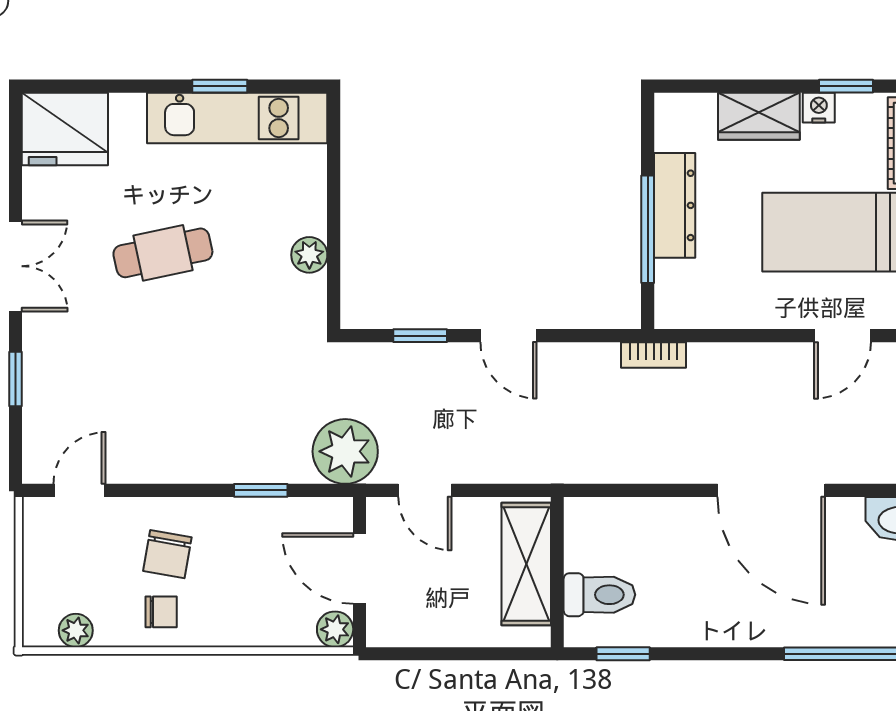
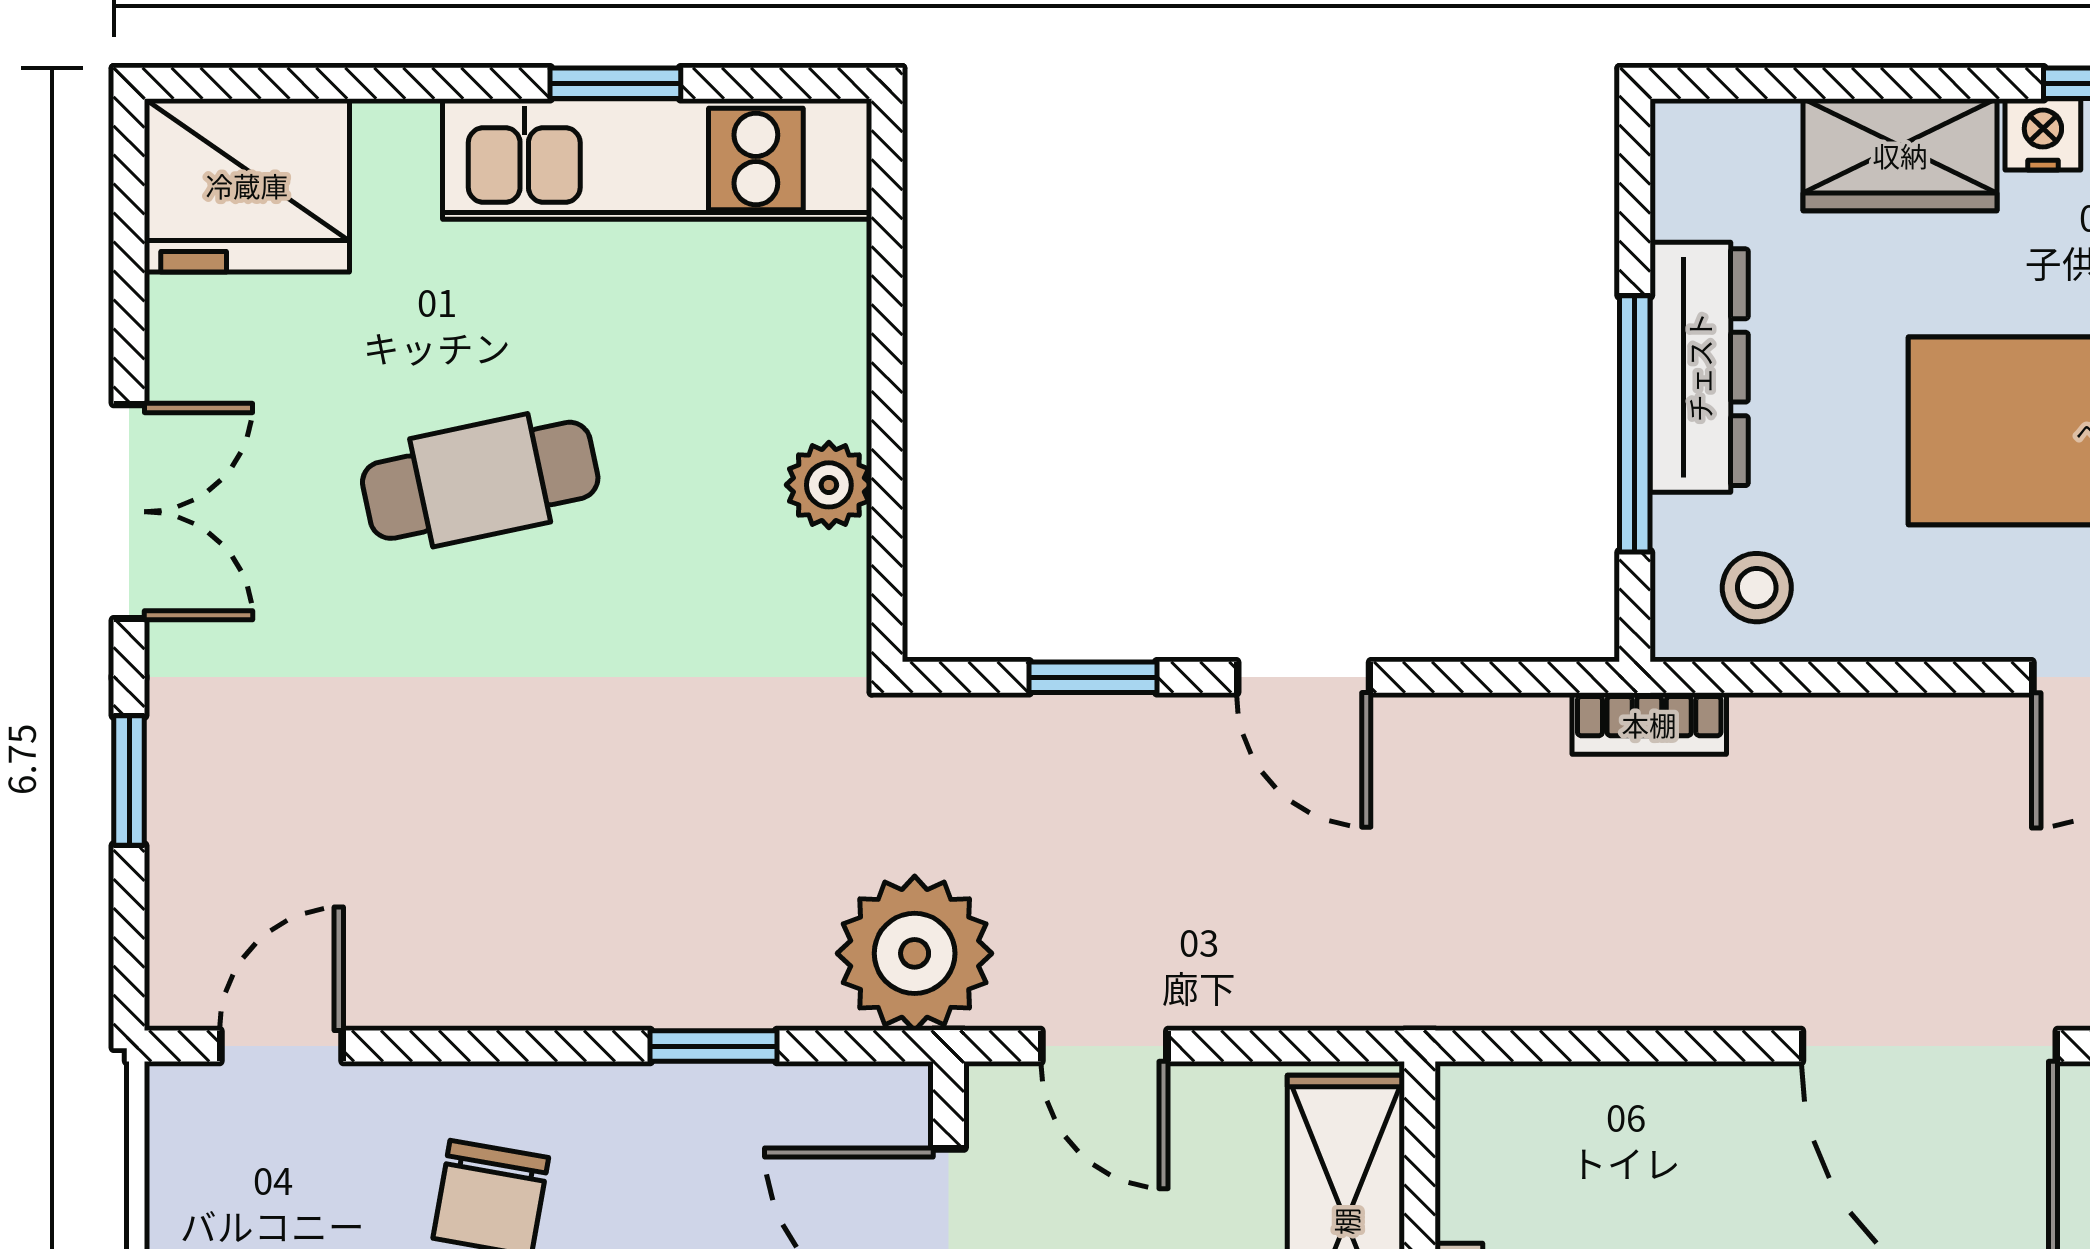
stool: (699, 298) -> (1757, 588), added

